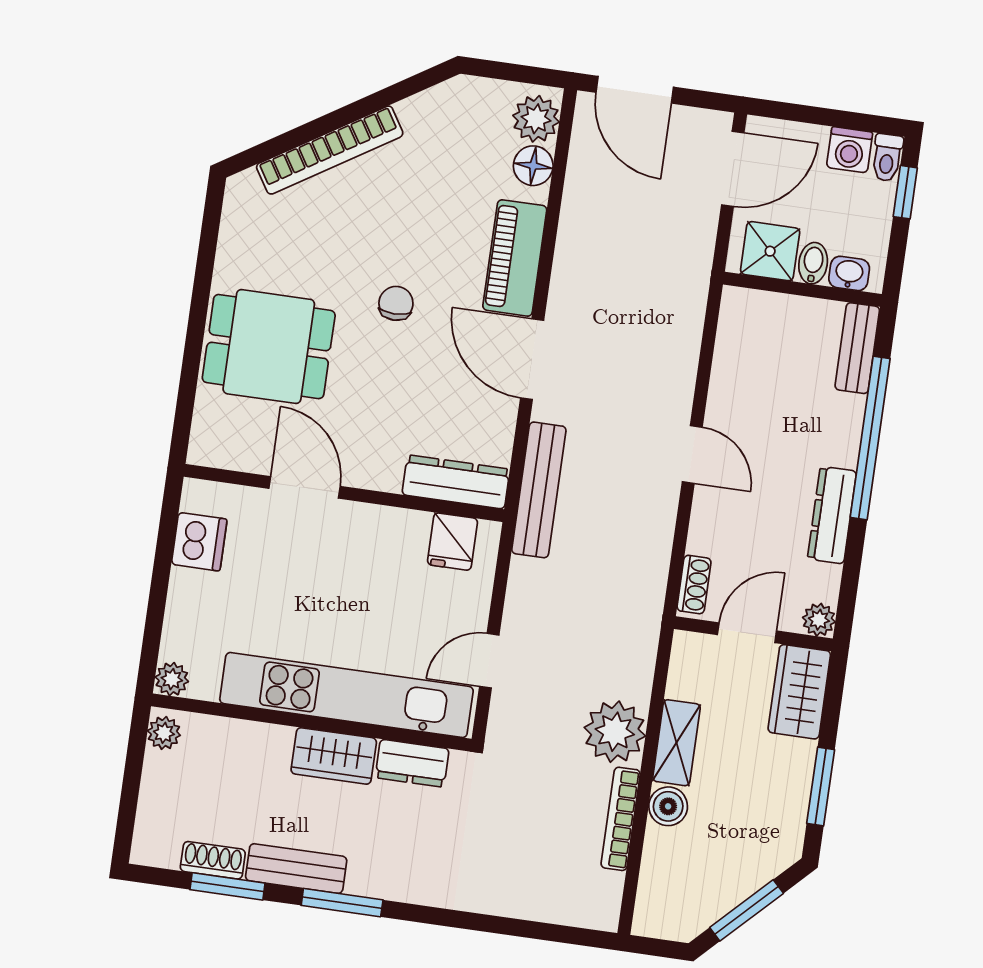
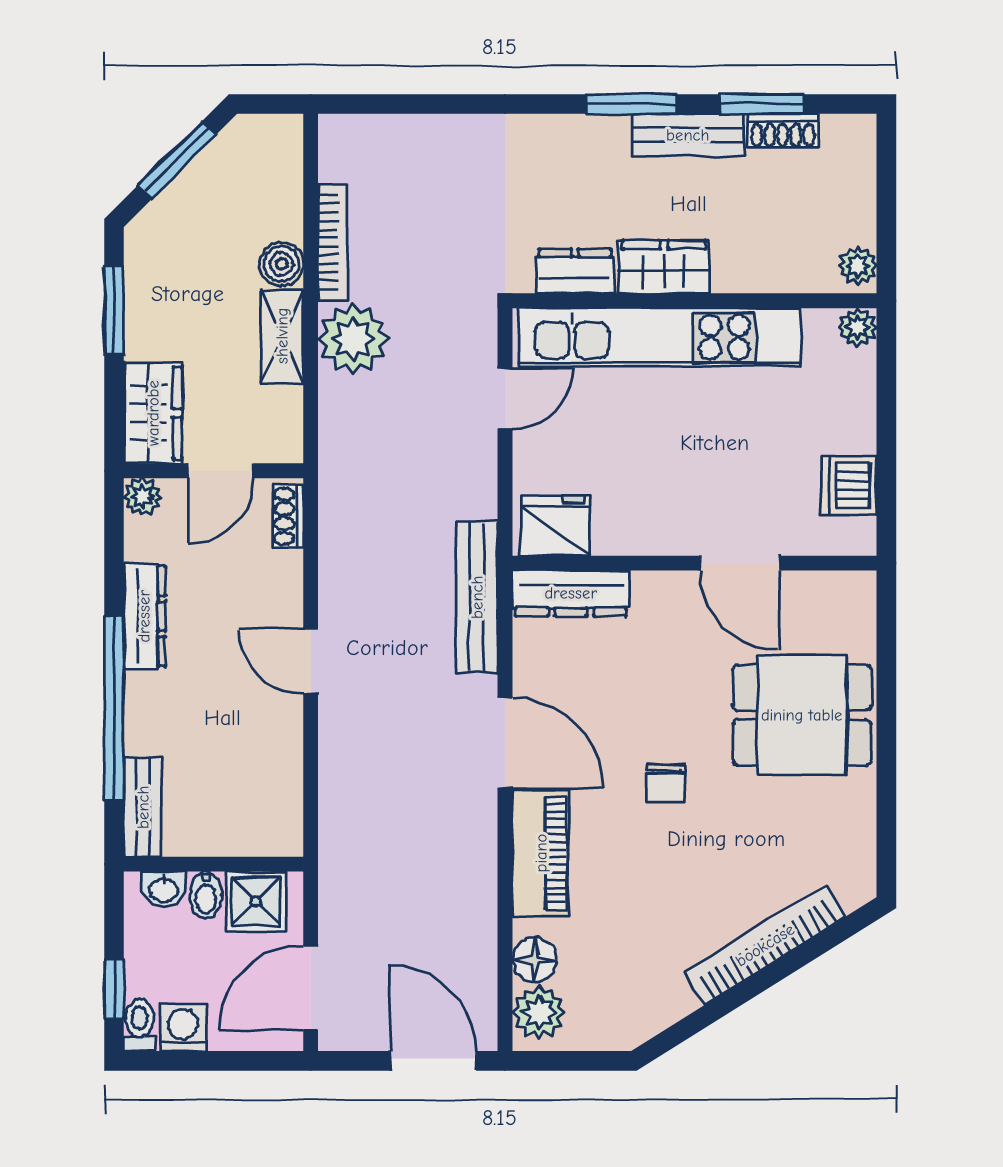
fridge: (453, 542) -> (556, 526), width x1.38

